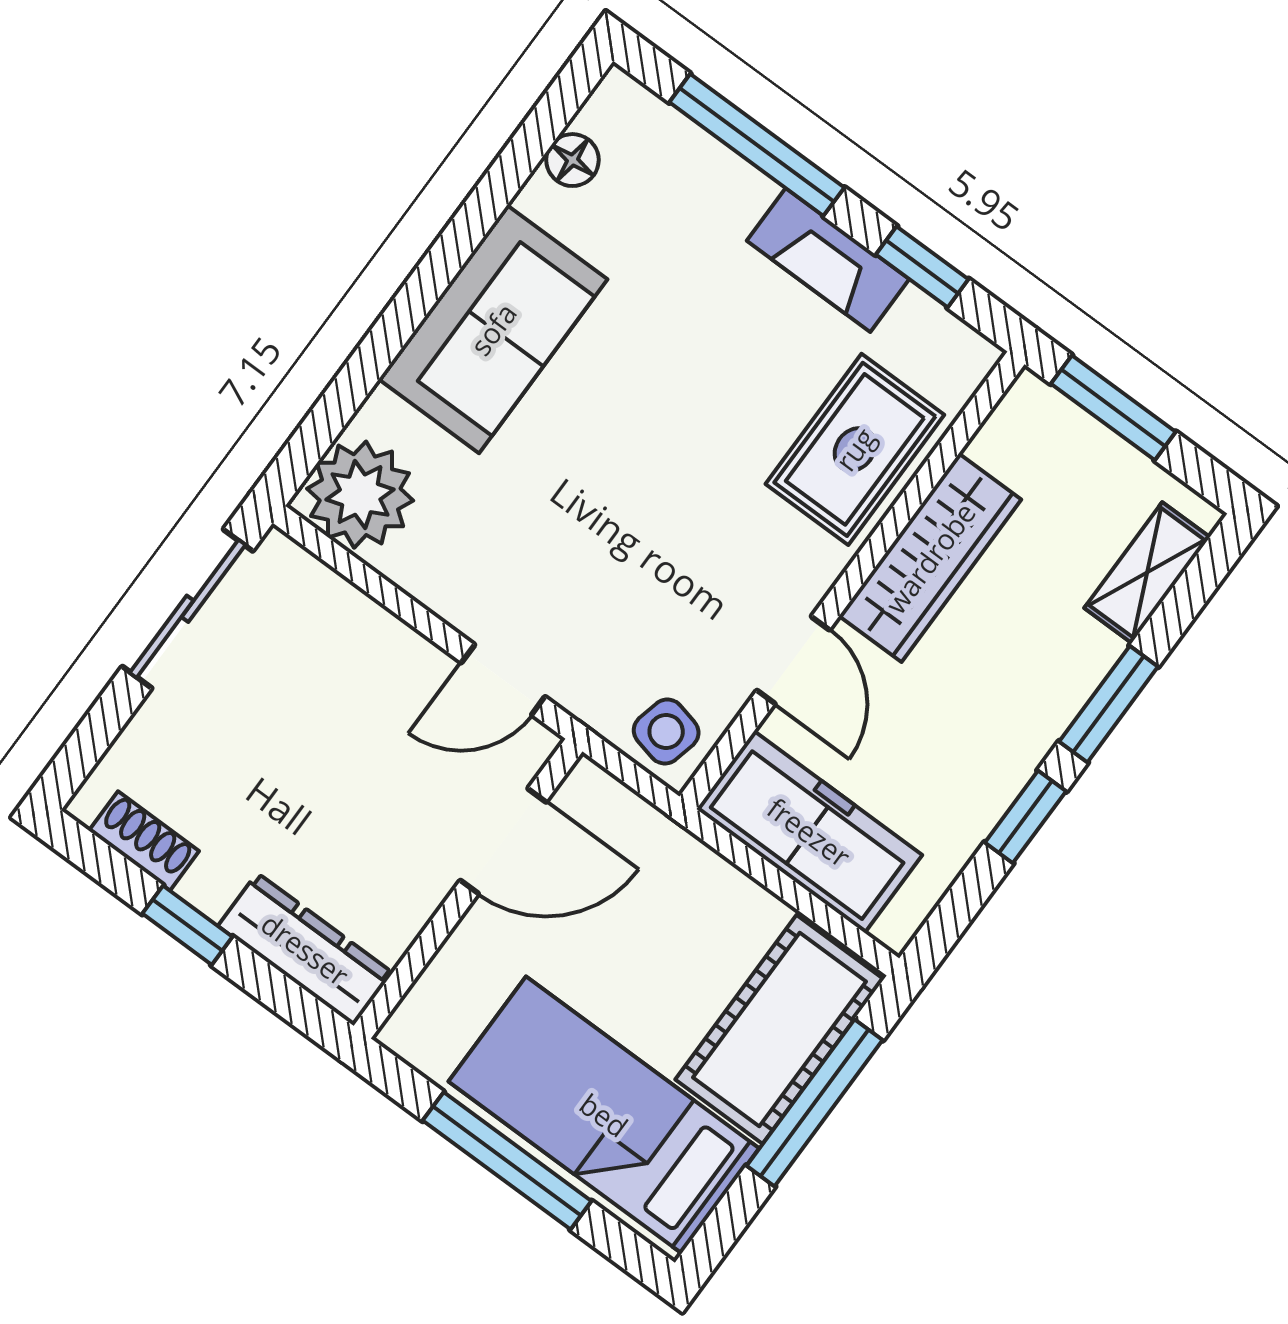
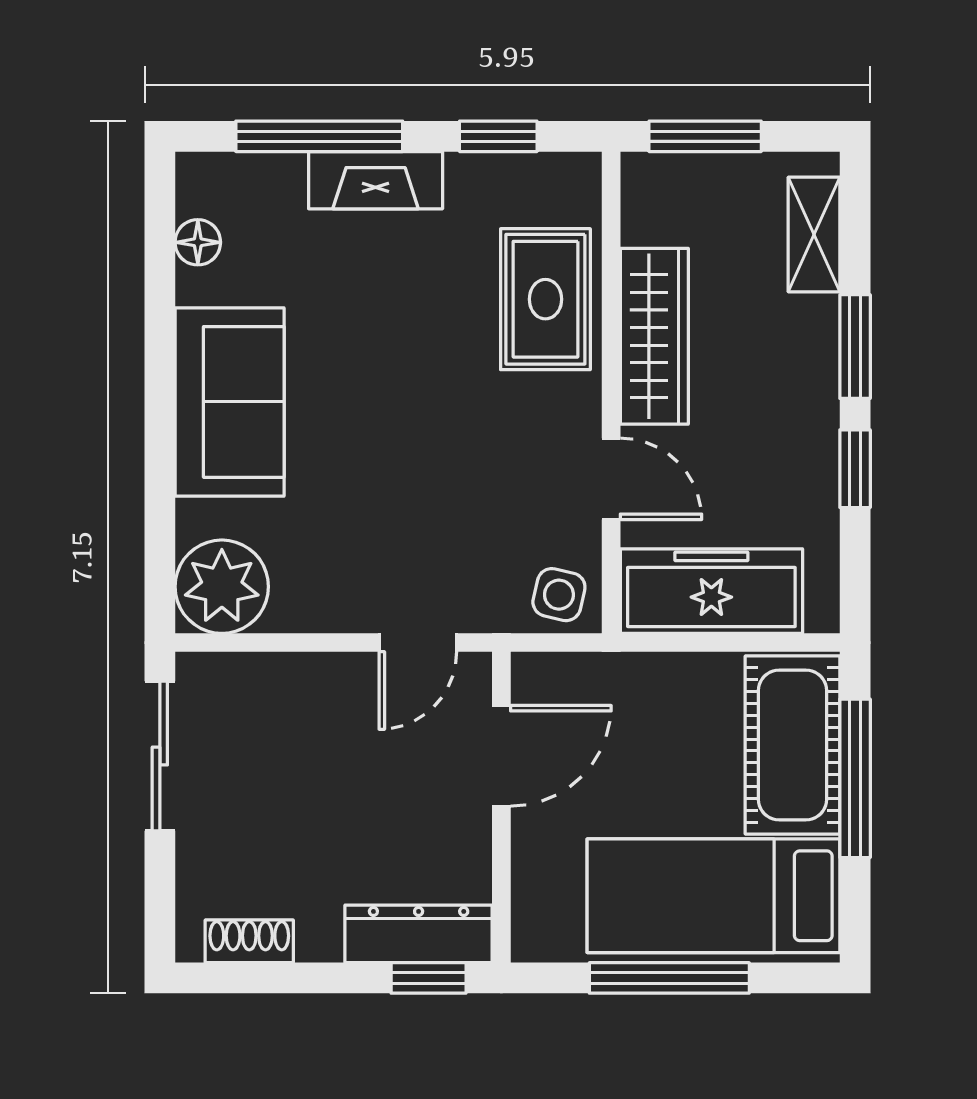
fireplace: (828, 260) -> (376, 180), moved
window: (187, 925) -> (429, 978), moved

